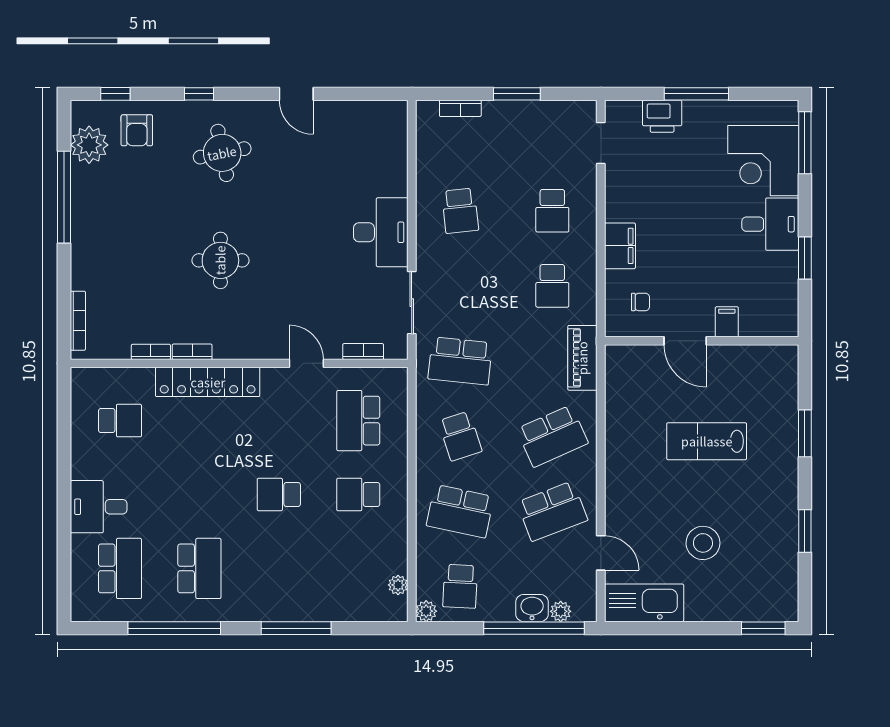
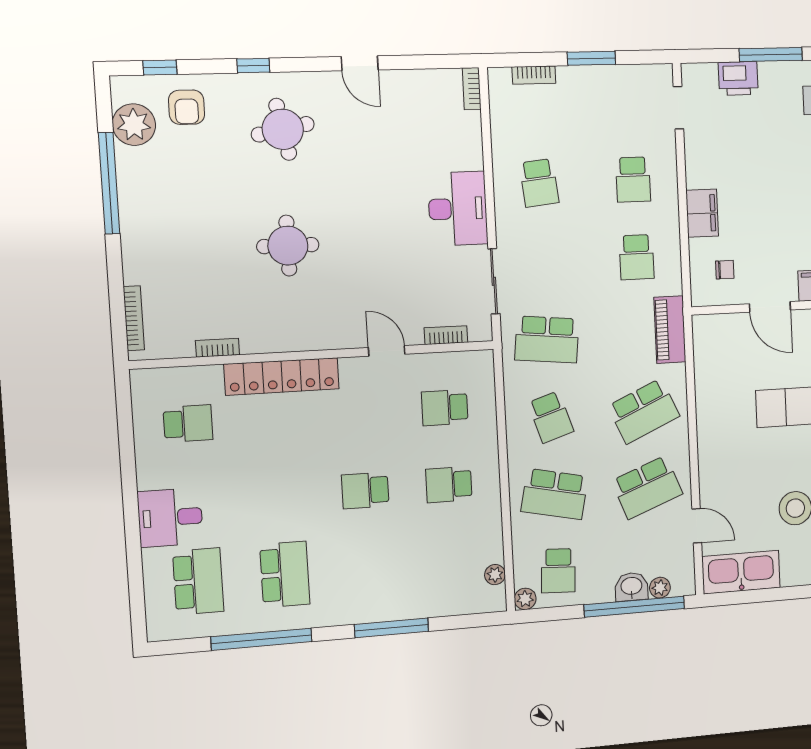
bookcase: (192, 352) -> (472, 89), moved, turned -90
school desk: (358, 421) -> (445, 408), width x0.54

